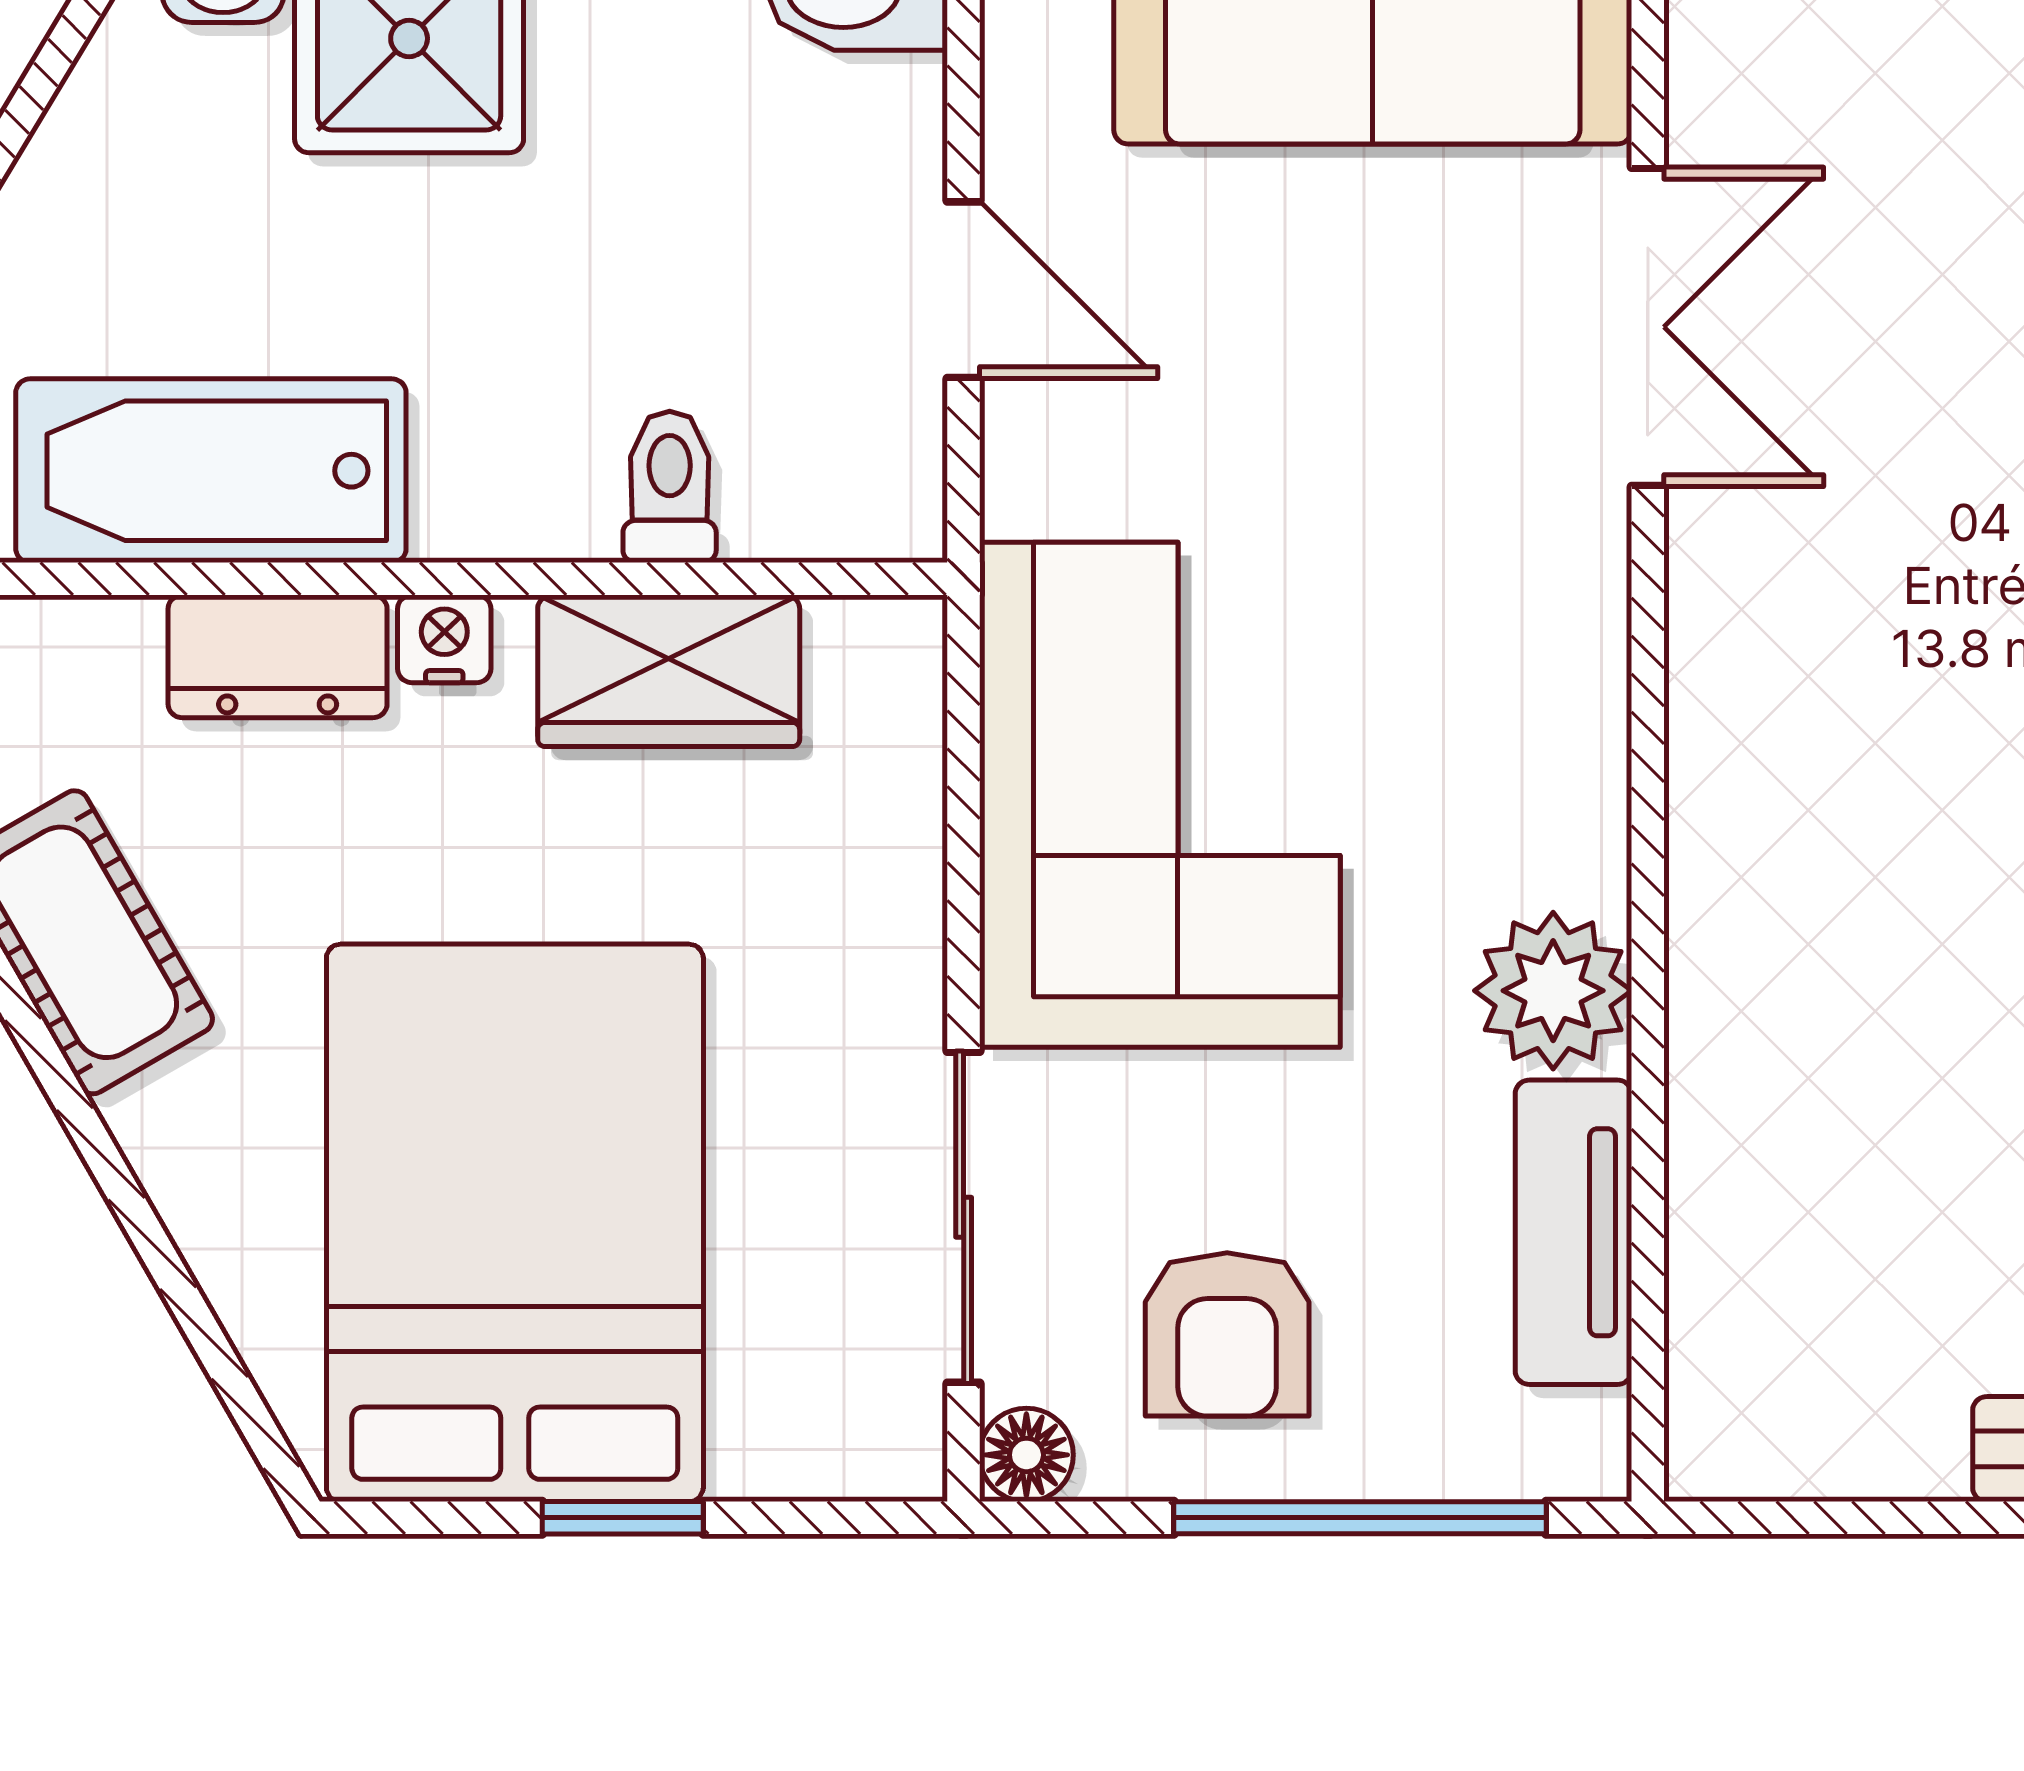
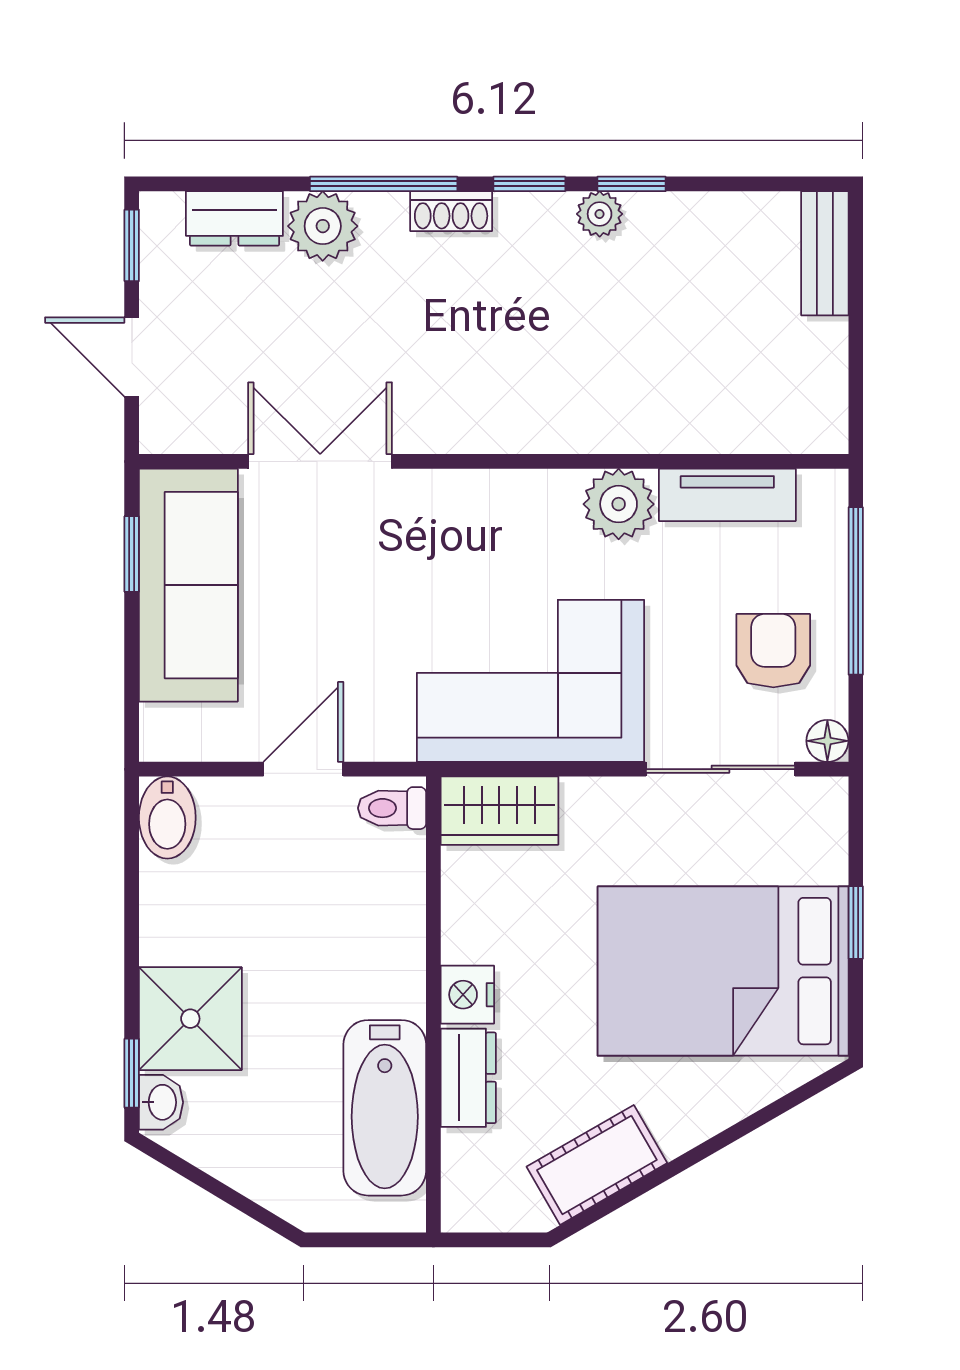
toilet: (670, 487) -> (392, 808), moved
nightstand: (444, 639) -> (467, 995), width x1.39, depth x1.35
wardrobe: (669, 671) -> (499, 811), moved, turned 90
armchair: (1227, 1334) -> (773, 651), turned -90

